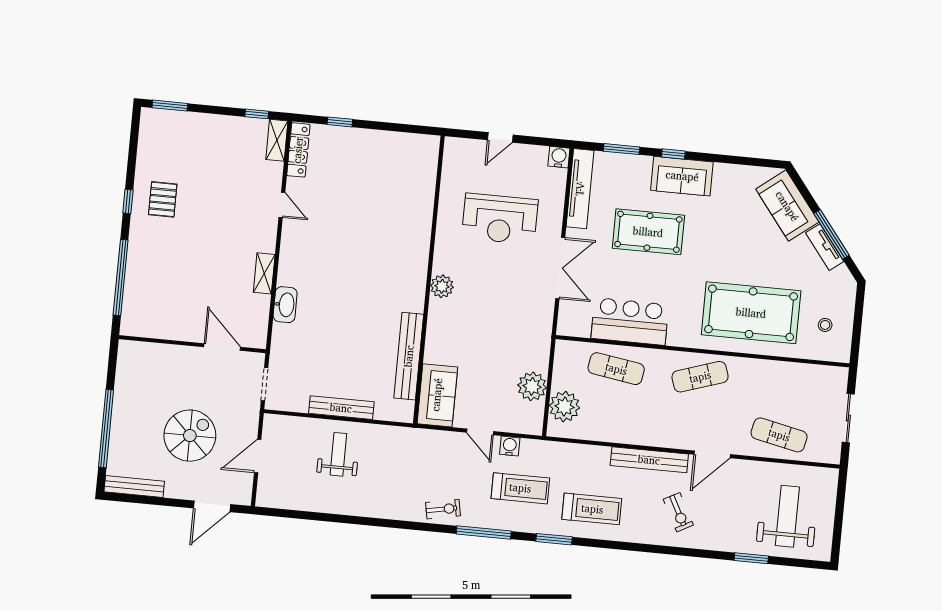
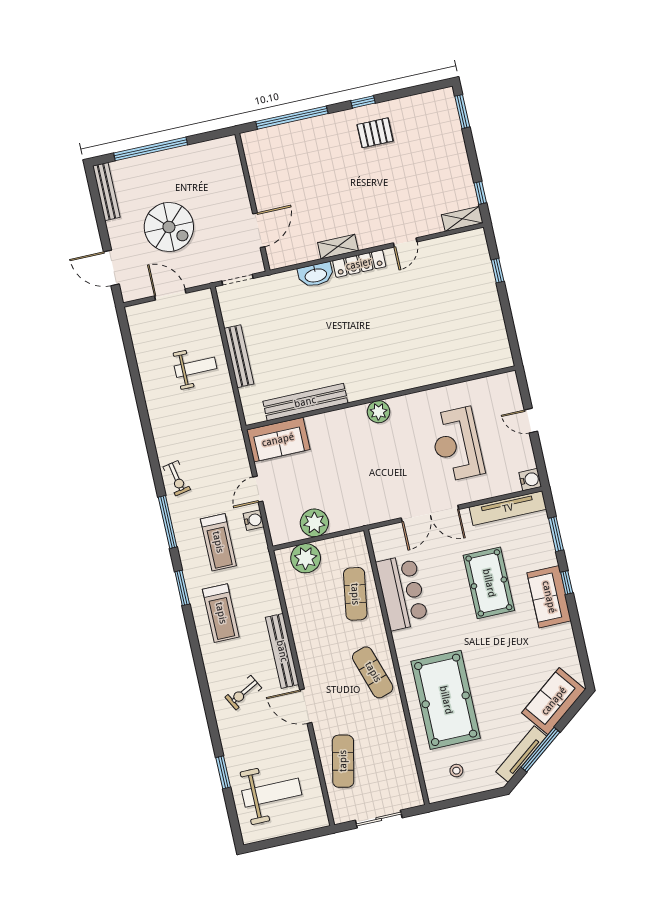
locker: (298, 150) -> (359, 264), moved
tv unit: (825, 247) -> (521, 754), width x1.41

